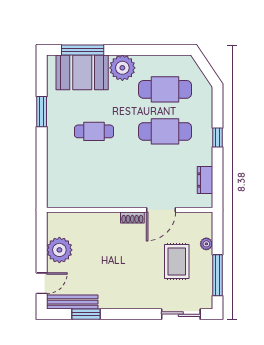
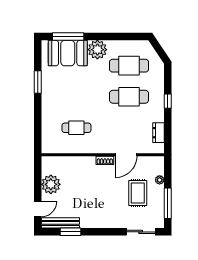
cafe table: (94, 131) -> (76, 128), moved

